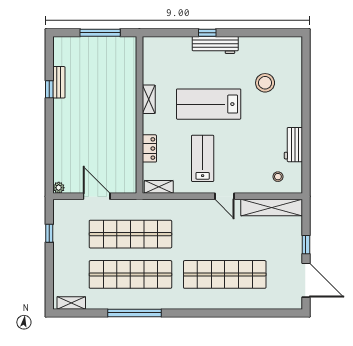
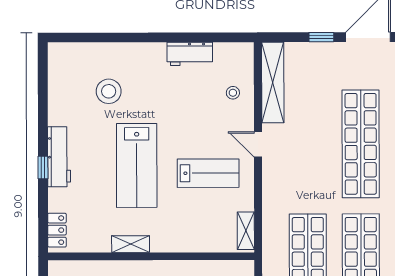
locker: (149, 148) -> (57, 230), moved, turned 90
lab bench: (203, 158) -> (208, 173), turned 180
stool: (278, 177) -> (233, 93), moved
door: (225, 196) -> (258, 144), swing flipped

